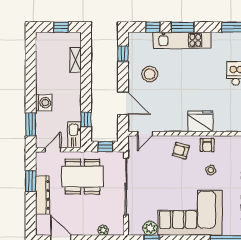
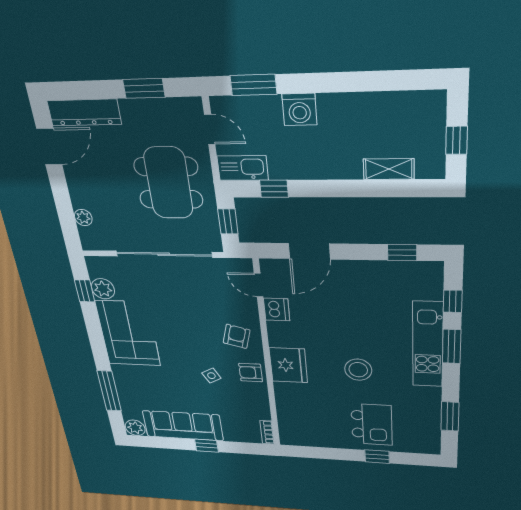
stool: (150, 74) -> (358, 370), moved
dishwasher: (161, 125) -> (277, 309), added
dresser: (42, 195) -> (84, 113), moved
corner sofa: (190, 213) -> (128, 333), width x0.73, depth x0.74

